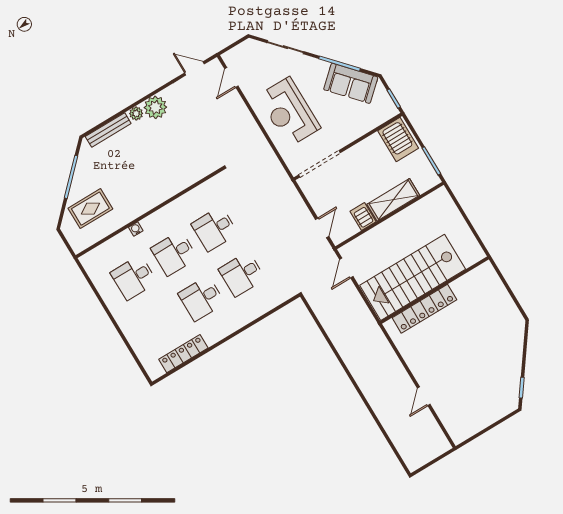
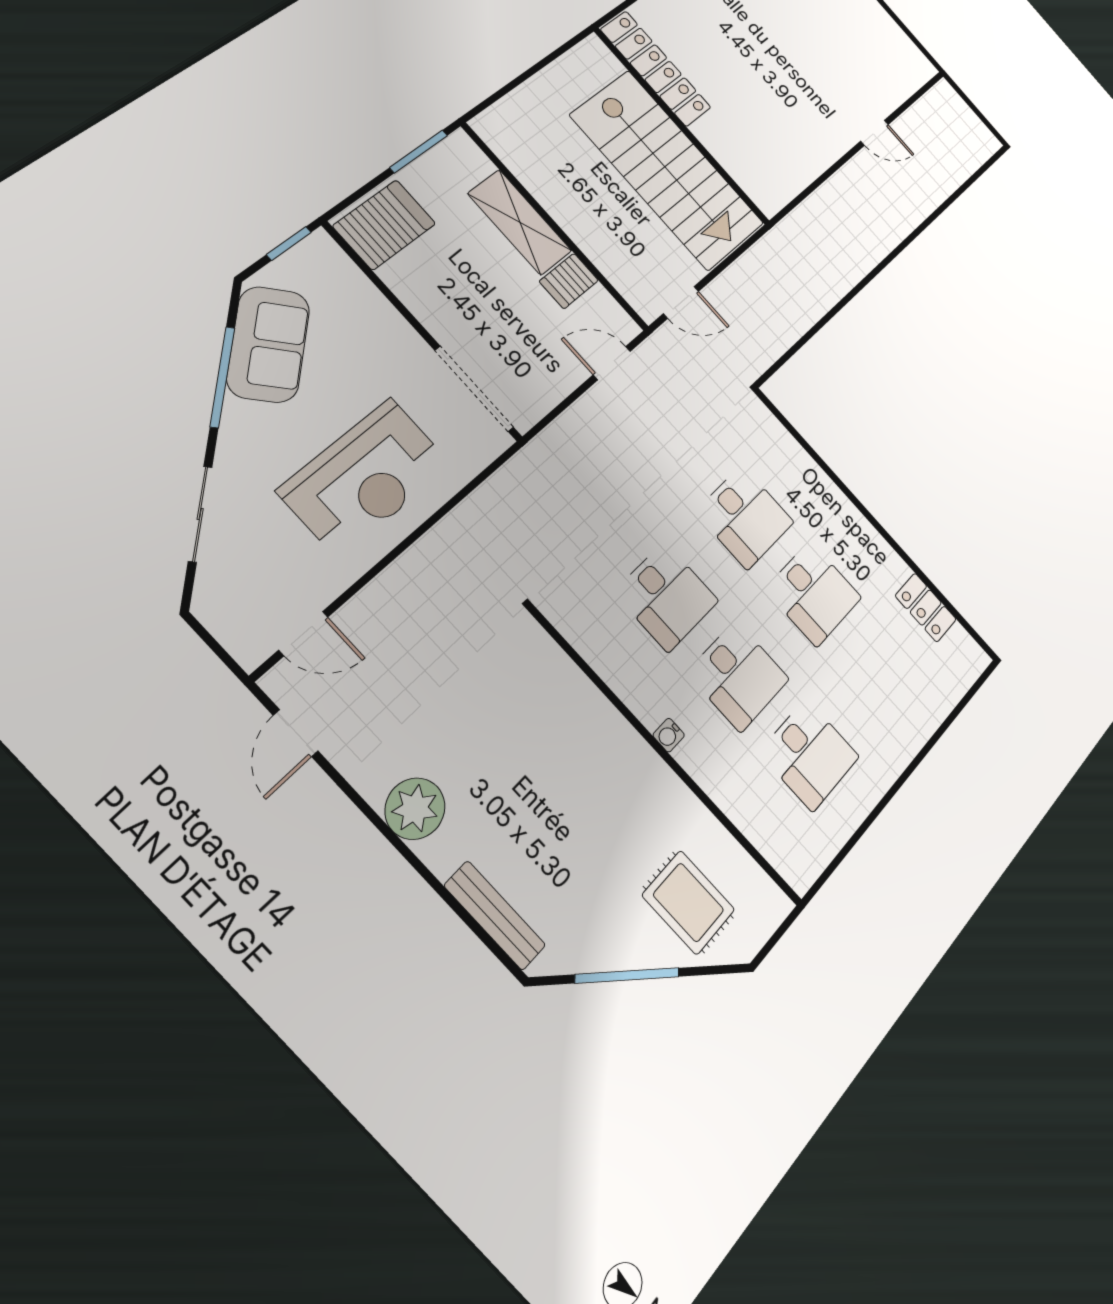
plant: (136, 113) -> (440, 854), removed
water cooler: (136, 229) -> (669, 735), moved
locker: (424, 309) -> (656, 69), moved
locker: (183, 354) -> (926, 608), width x0.66

